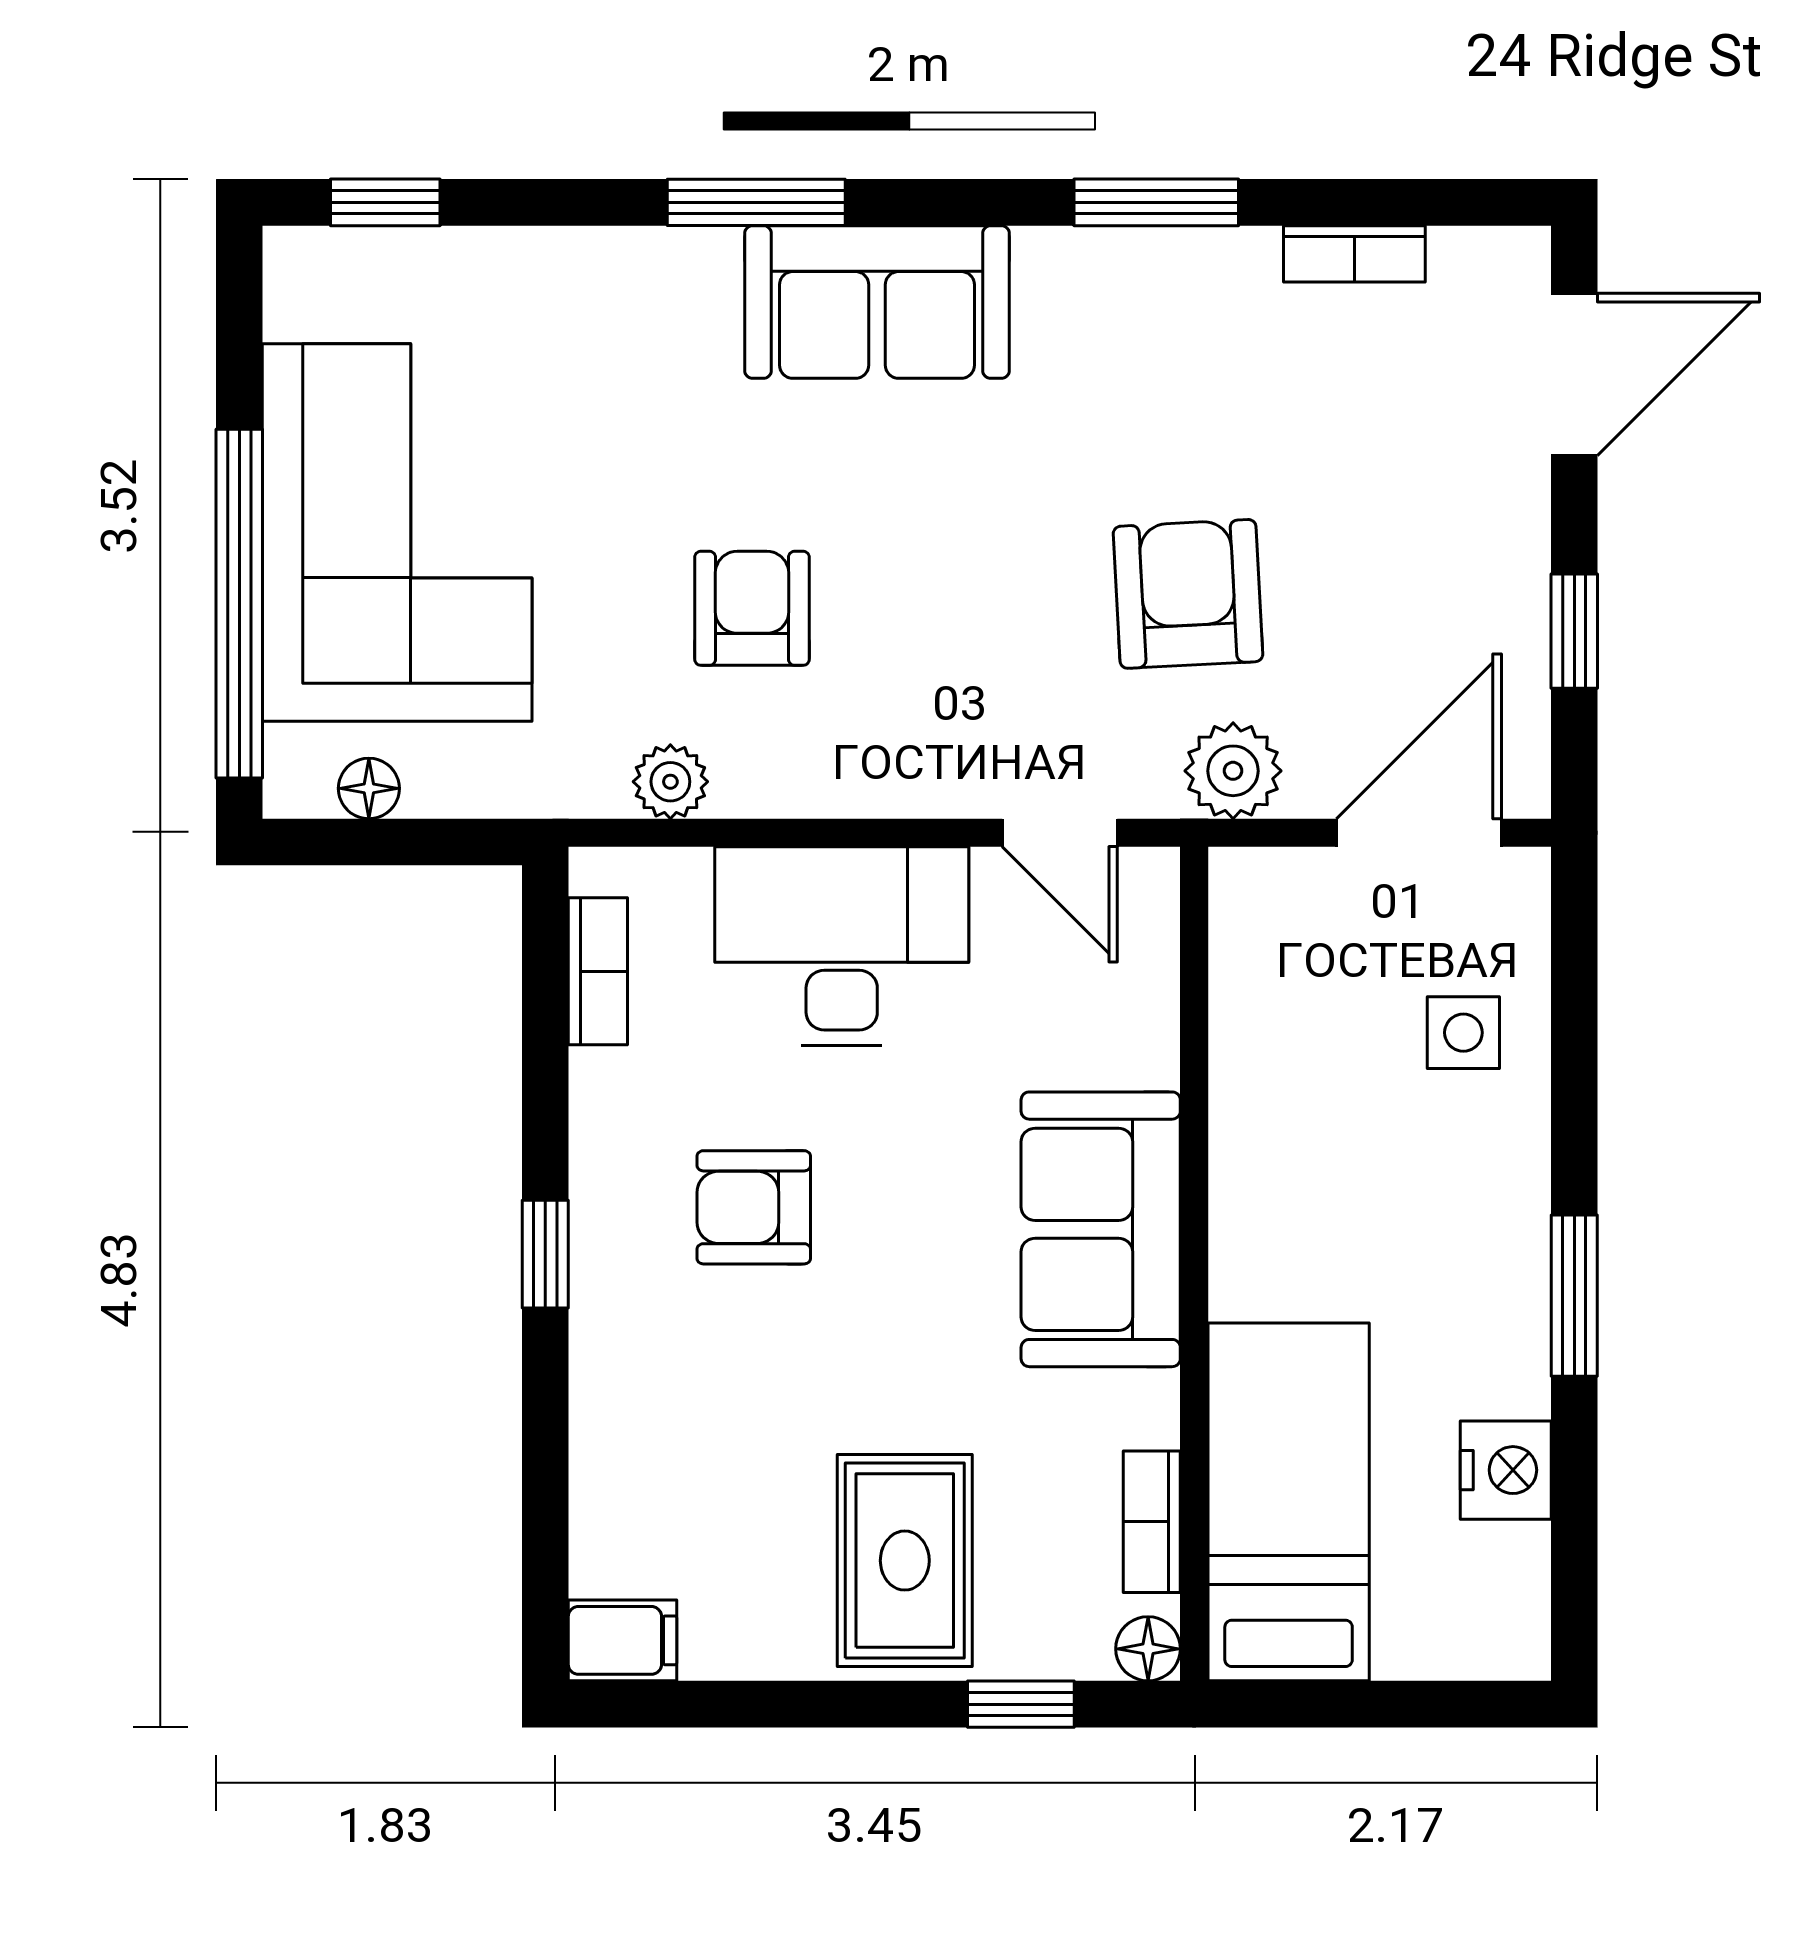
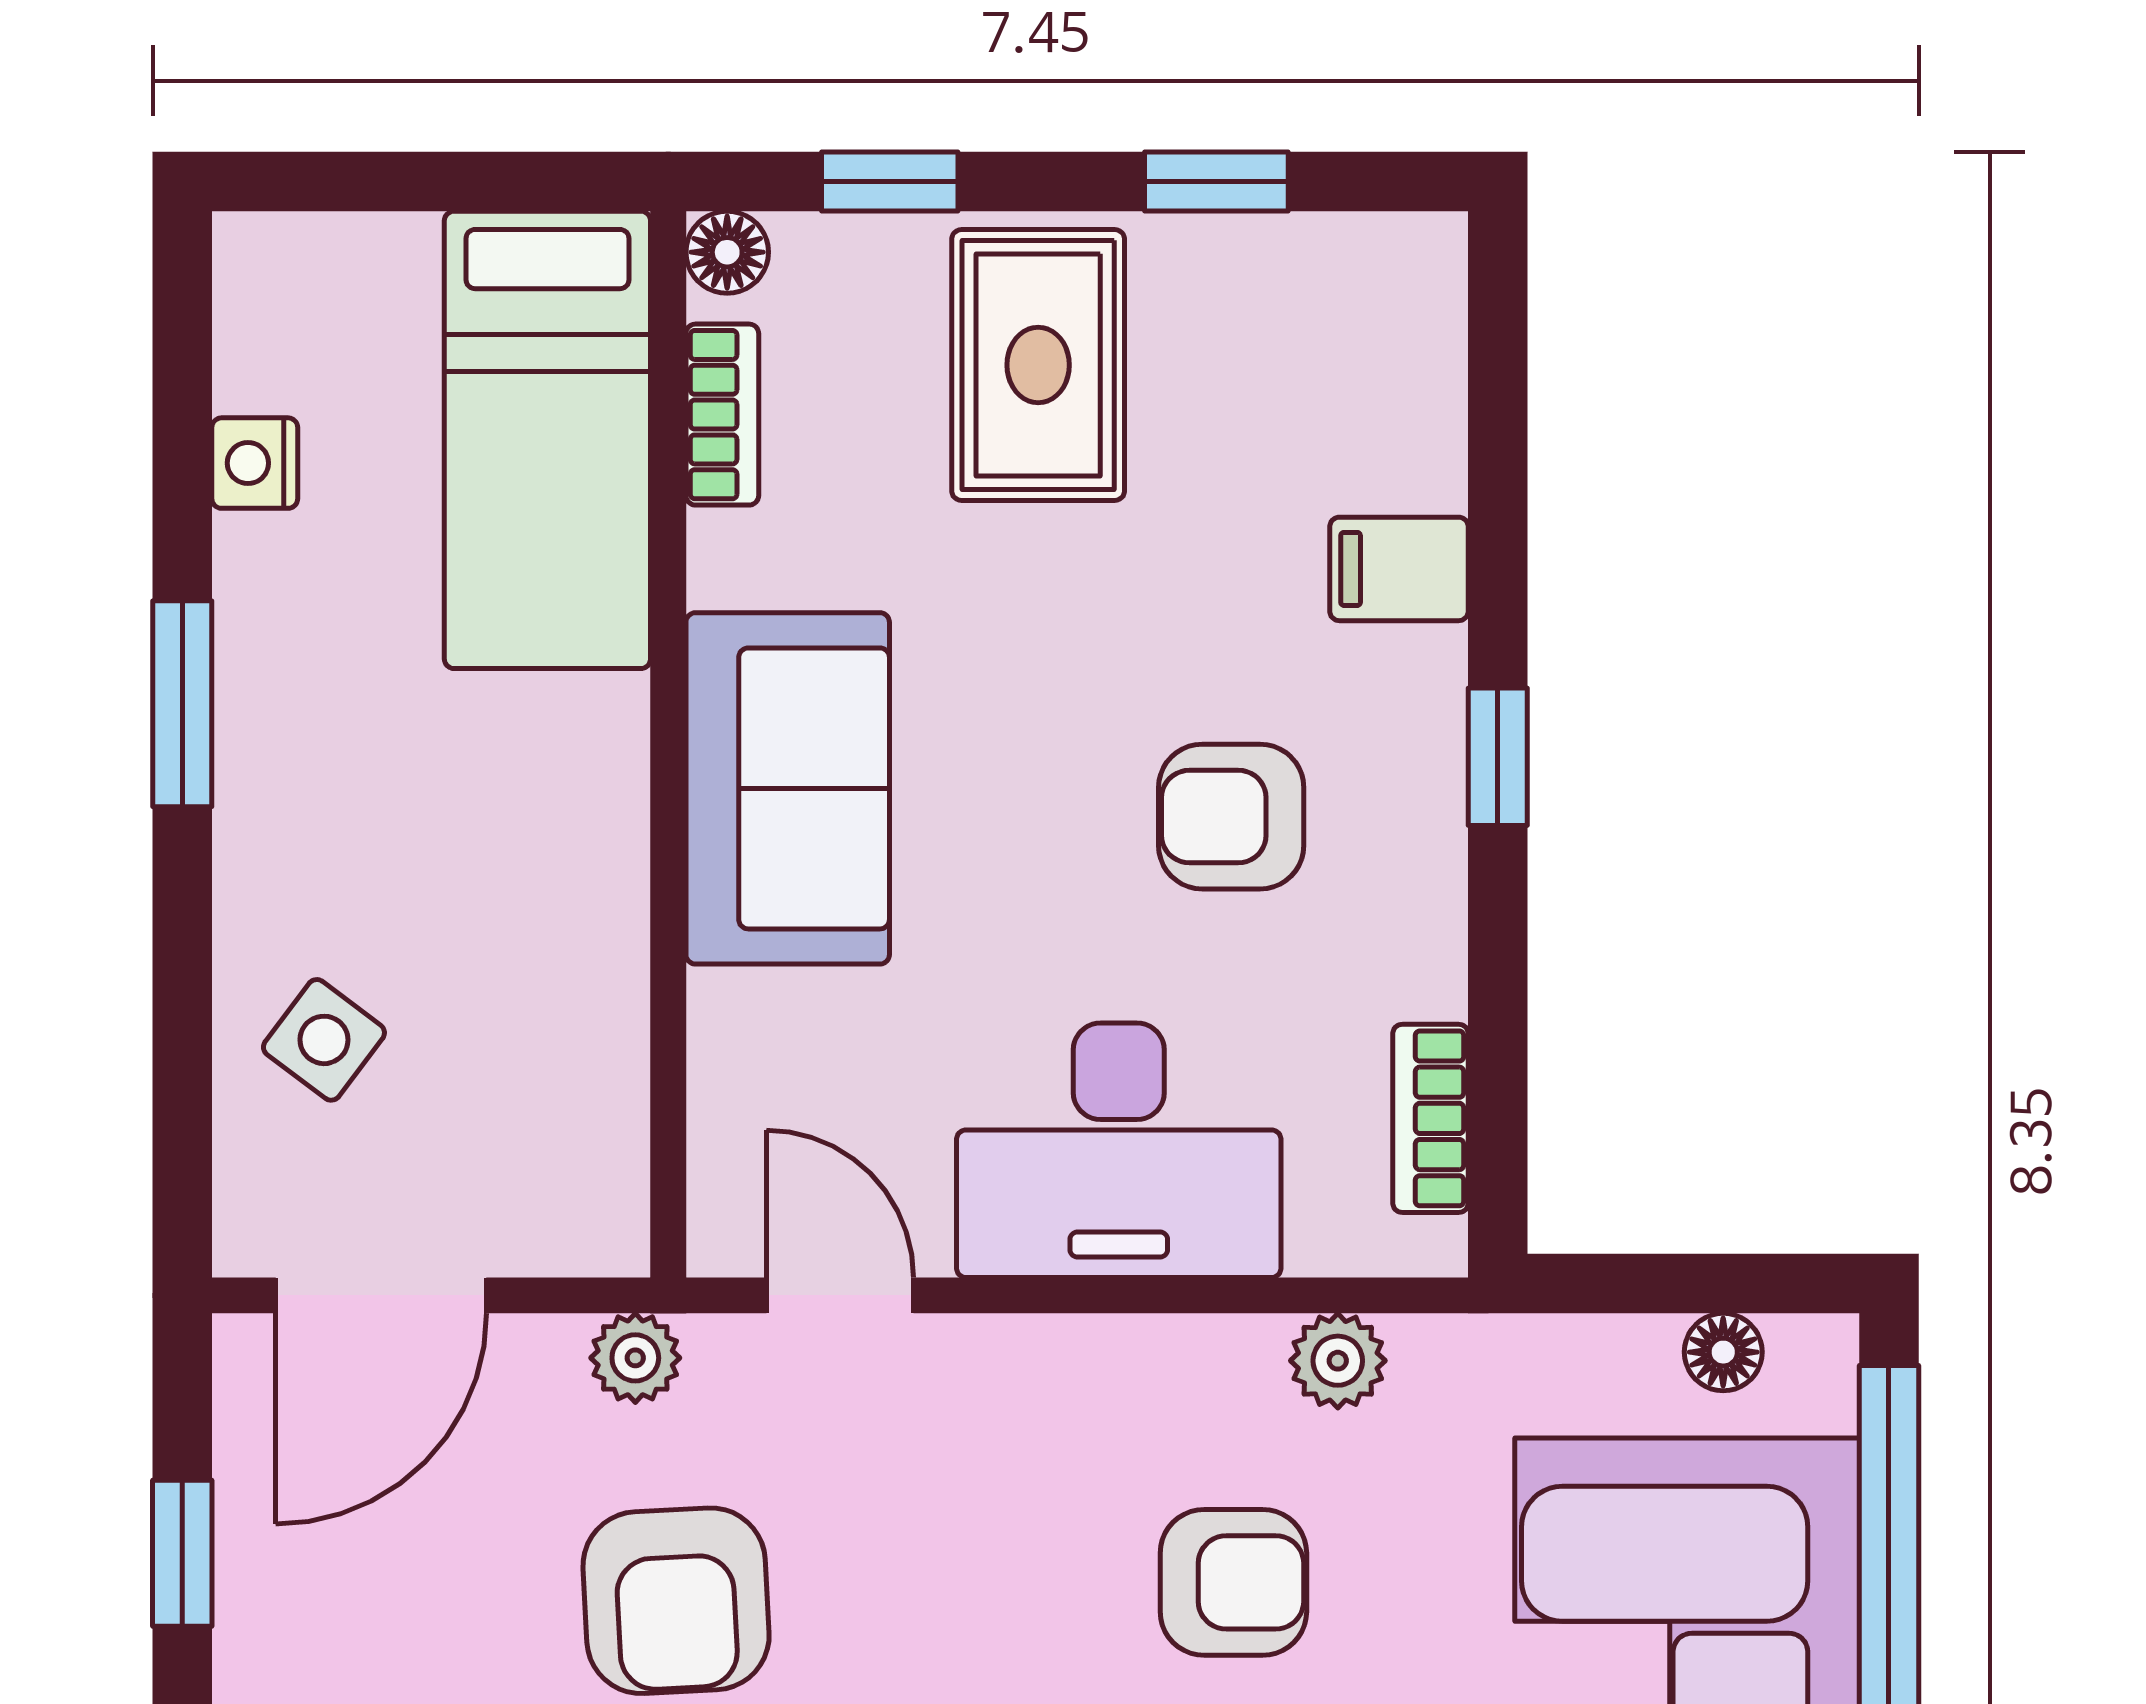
armchair: (752, 608) -> (1233, 1582), turned -90
plant: (1233, 771) -> (635, 1358), width x0.73, depth x0.73
side table: (1463, 1033) -> (324, 1040), turned 37
armchair: (754, 1207) -> (1231, 817), turned 180
nightstand: (1506, 1470) -> (255, 463), width x0.72, depth x0.74
filing cabinet: (622, 1640) -> (1399, 569), moved
window: (765, 1704) -> (1216, 181), added

